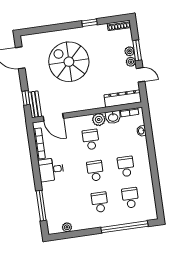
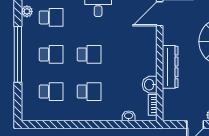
dresser: (123, 99) -> (170, 67), moved
plant: (99, 120) -> (149, 67), removed
school desk: (91, 140) -> (51, 17), moved
window: (124, 227) -> (18, 54), moved

